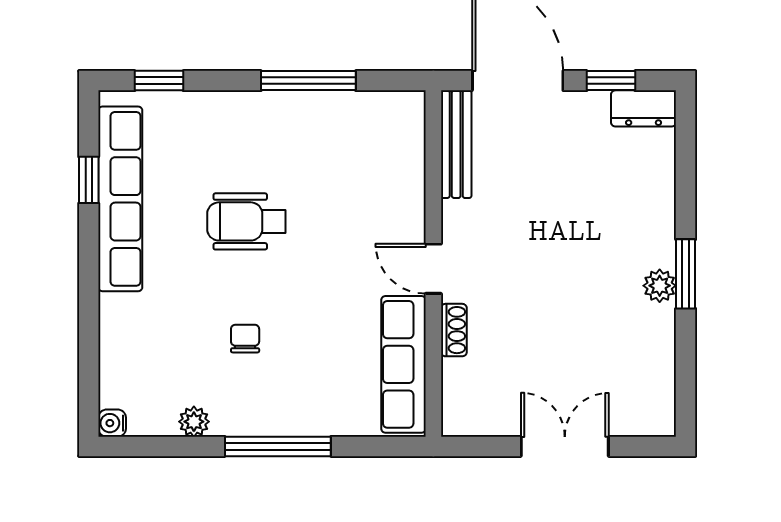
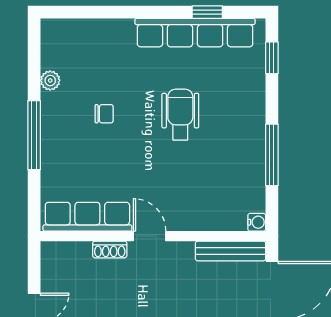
door: (433, 269) -> (150, 236), hinge flipped
water cooler: (112, 423) -> (257, 222), moved, turned 90

